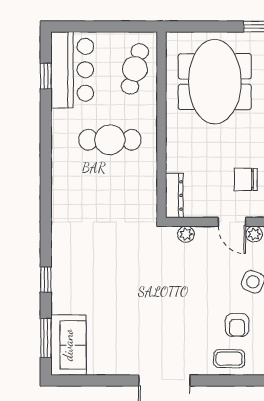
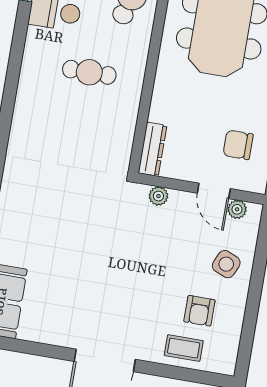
cafe table: (110, 140) -> (89, 72), width x0.73, depth x0.74

